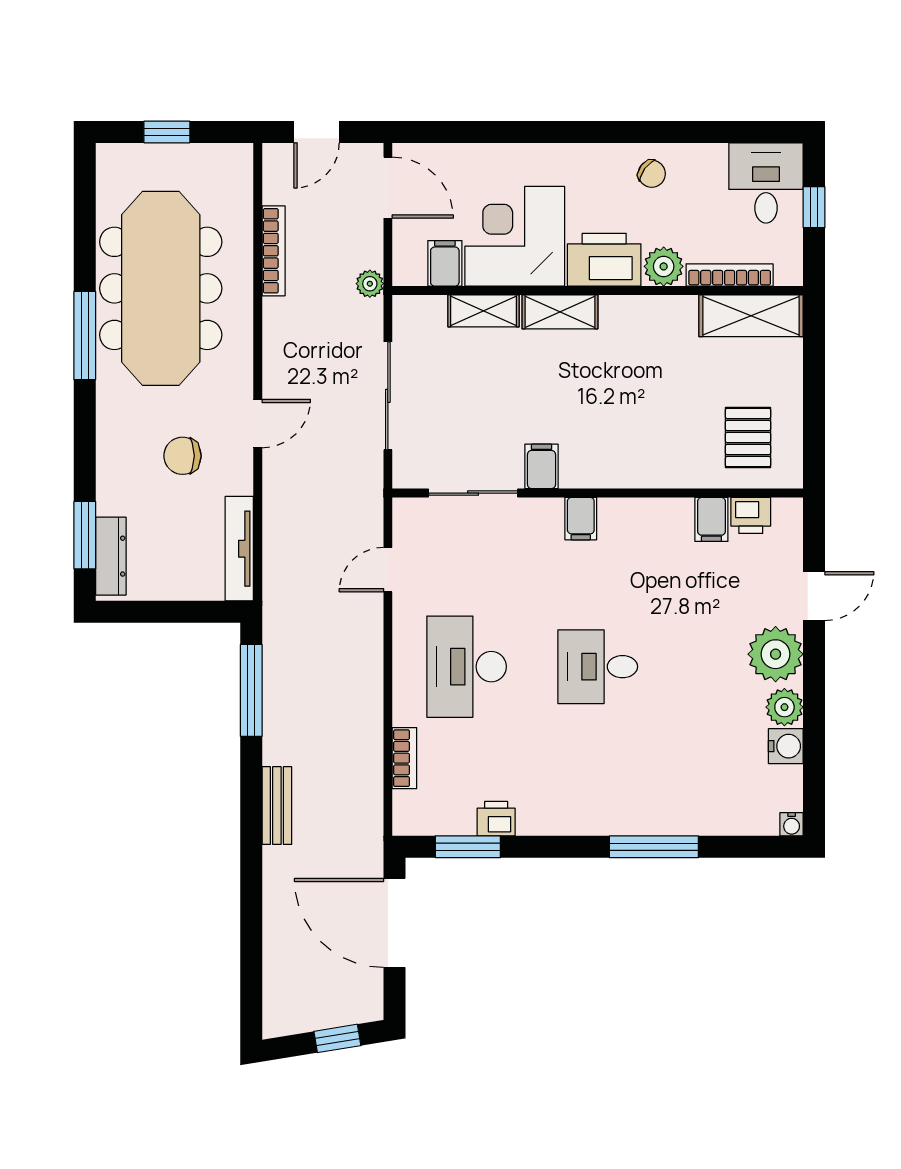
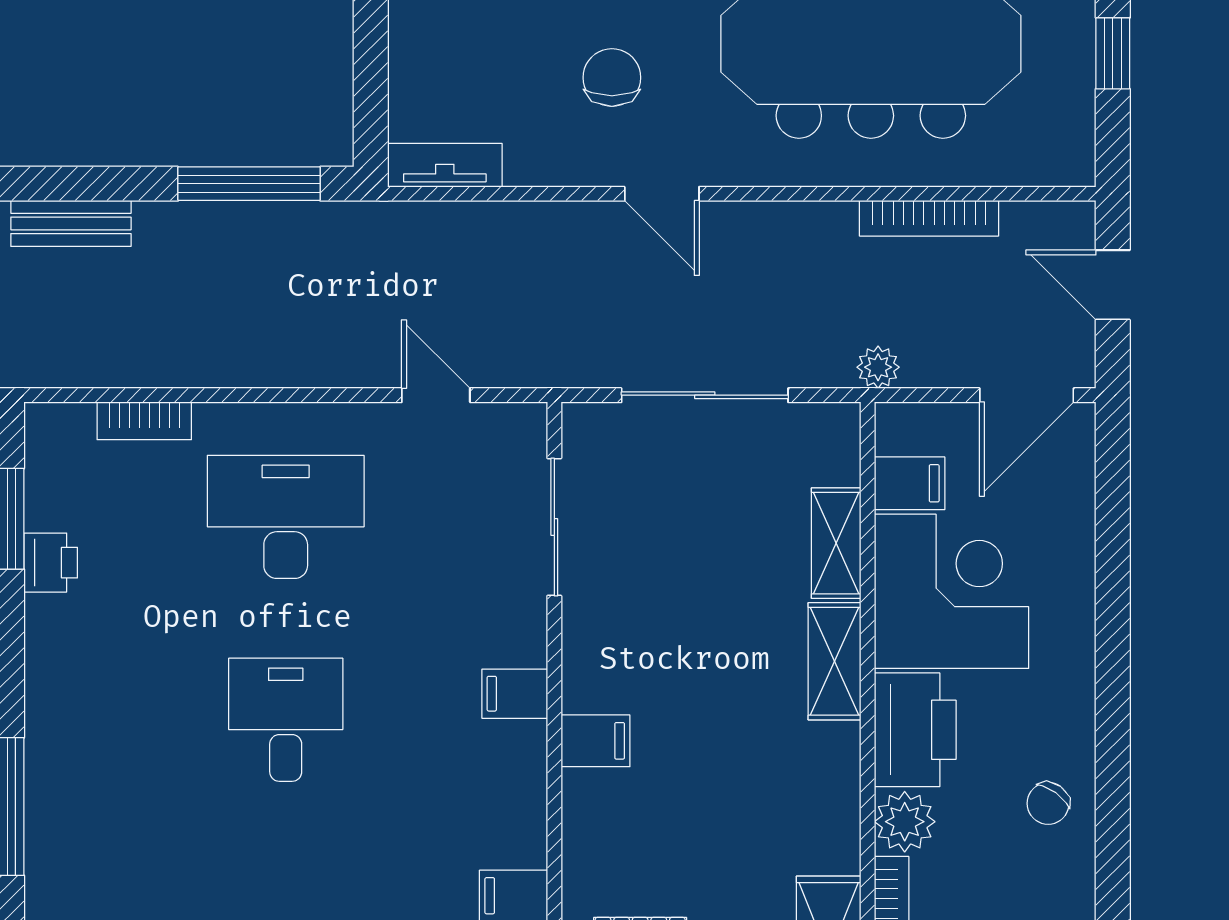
filing cabinet: (542, 466) -> (595, 741), moved
tv unit: (239, 549) -> (445, 165), width x0.71

